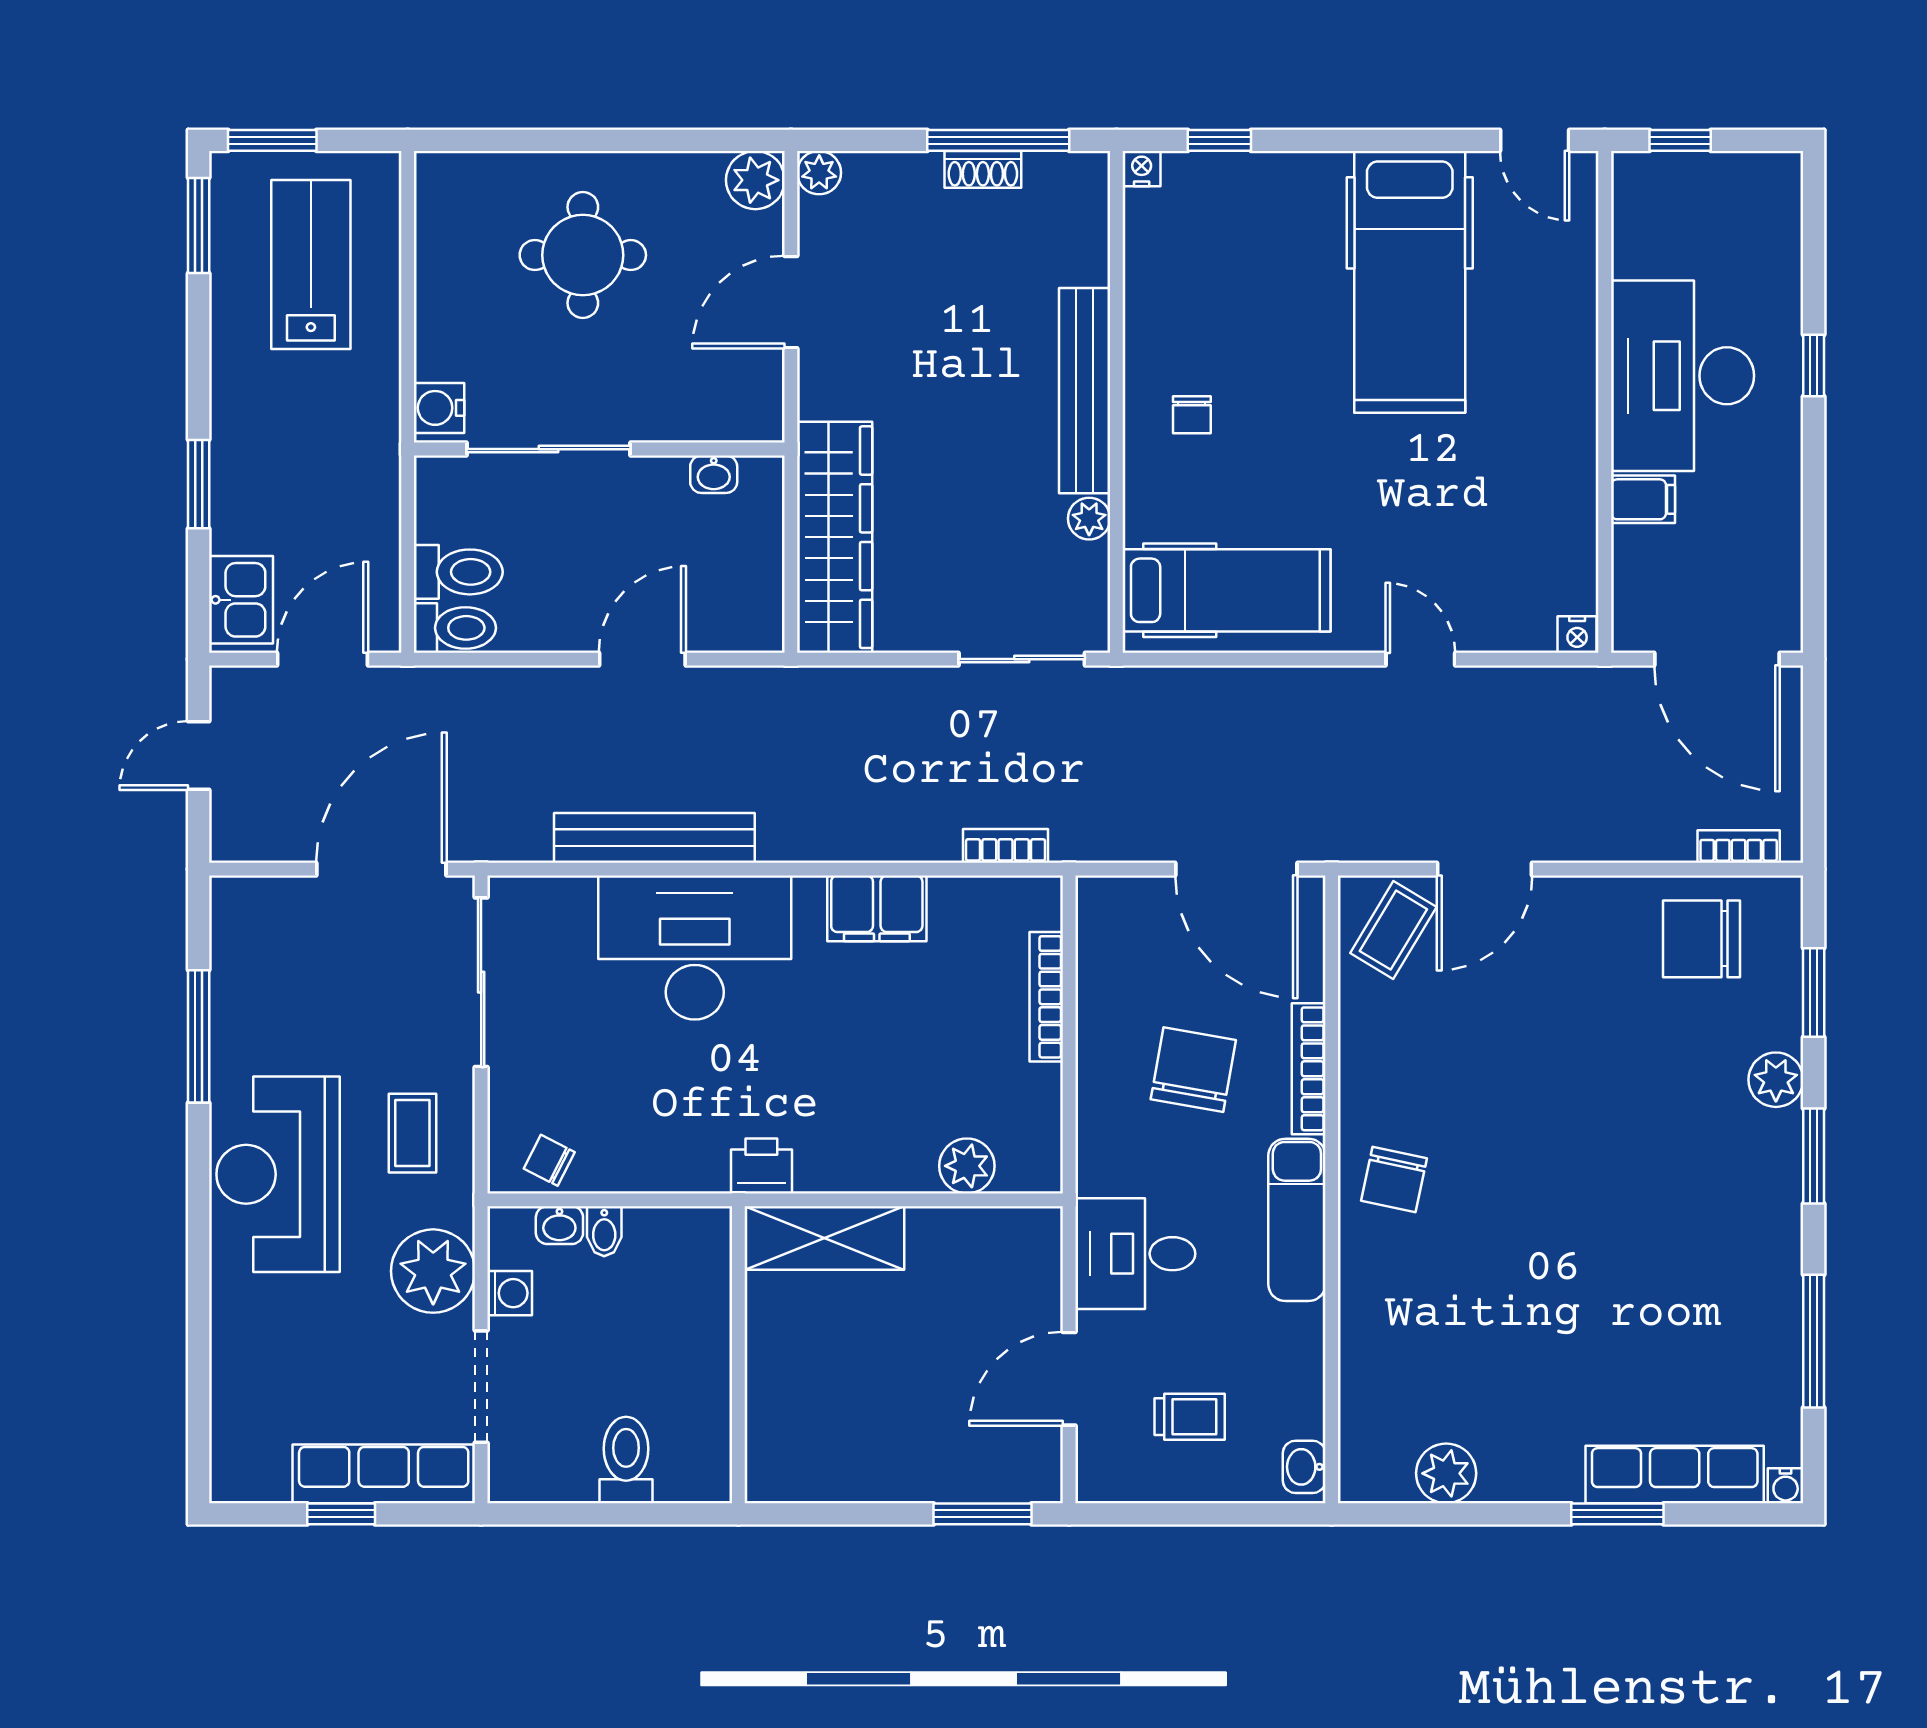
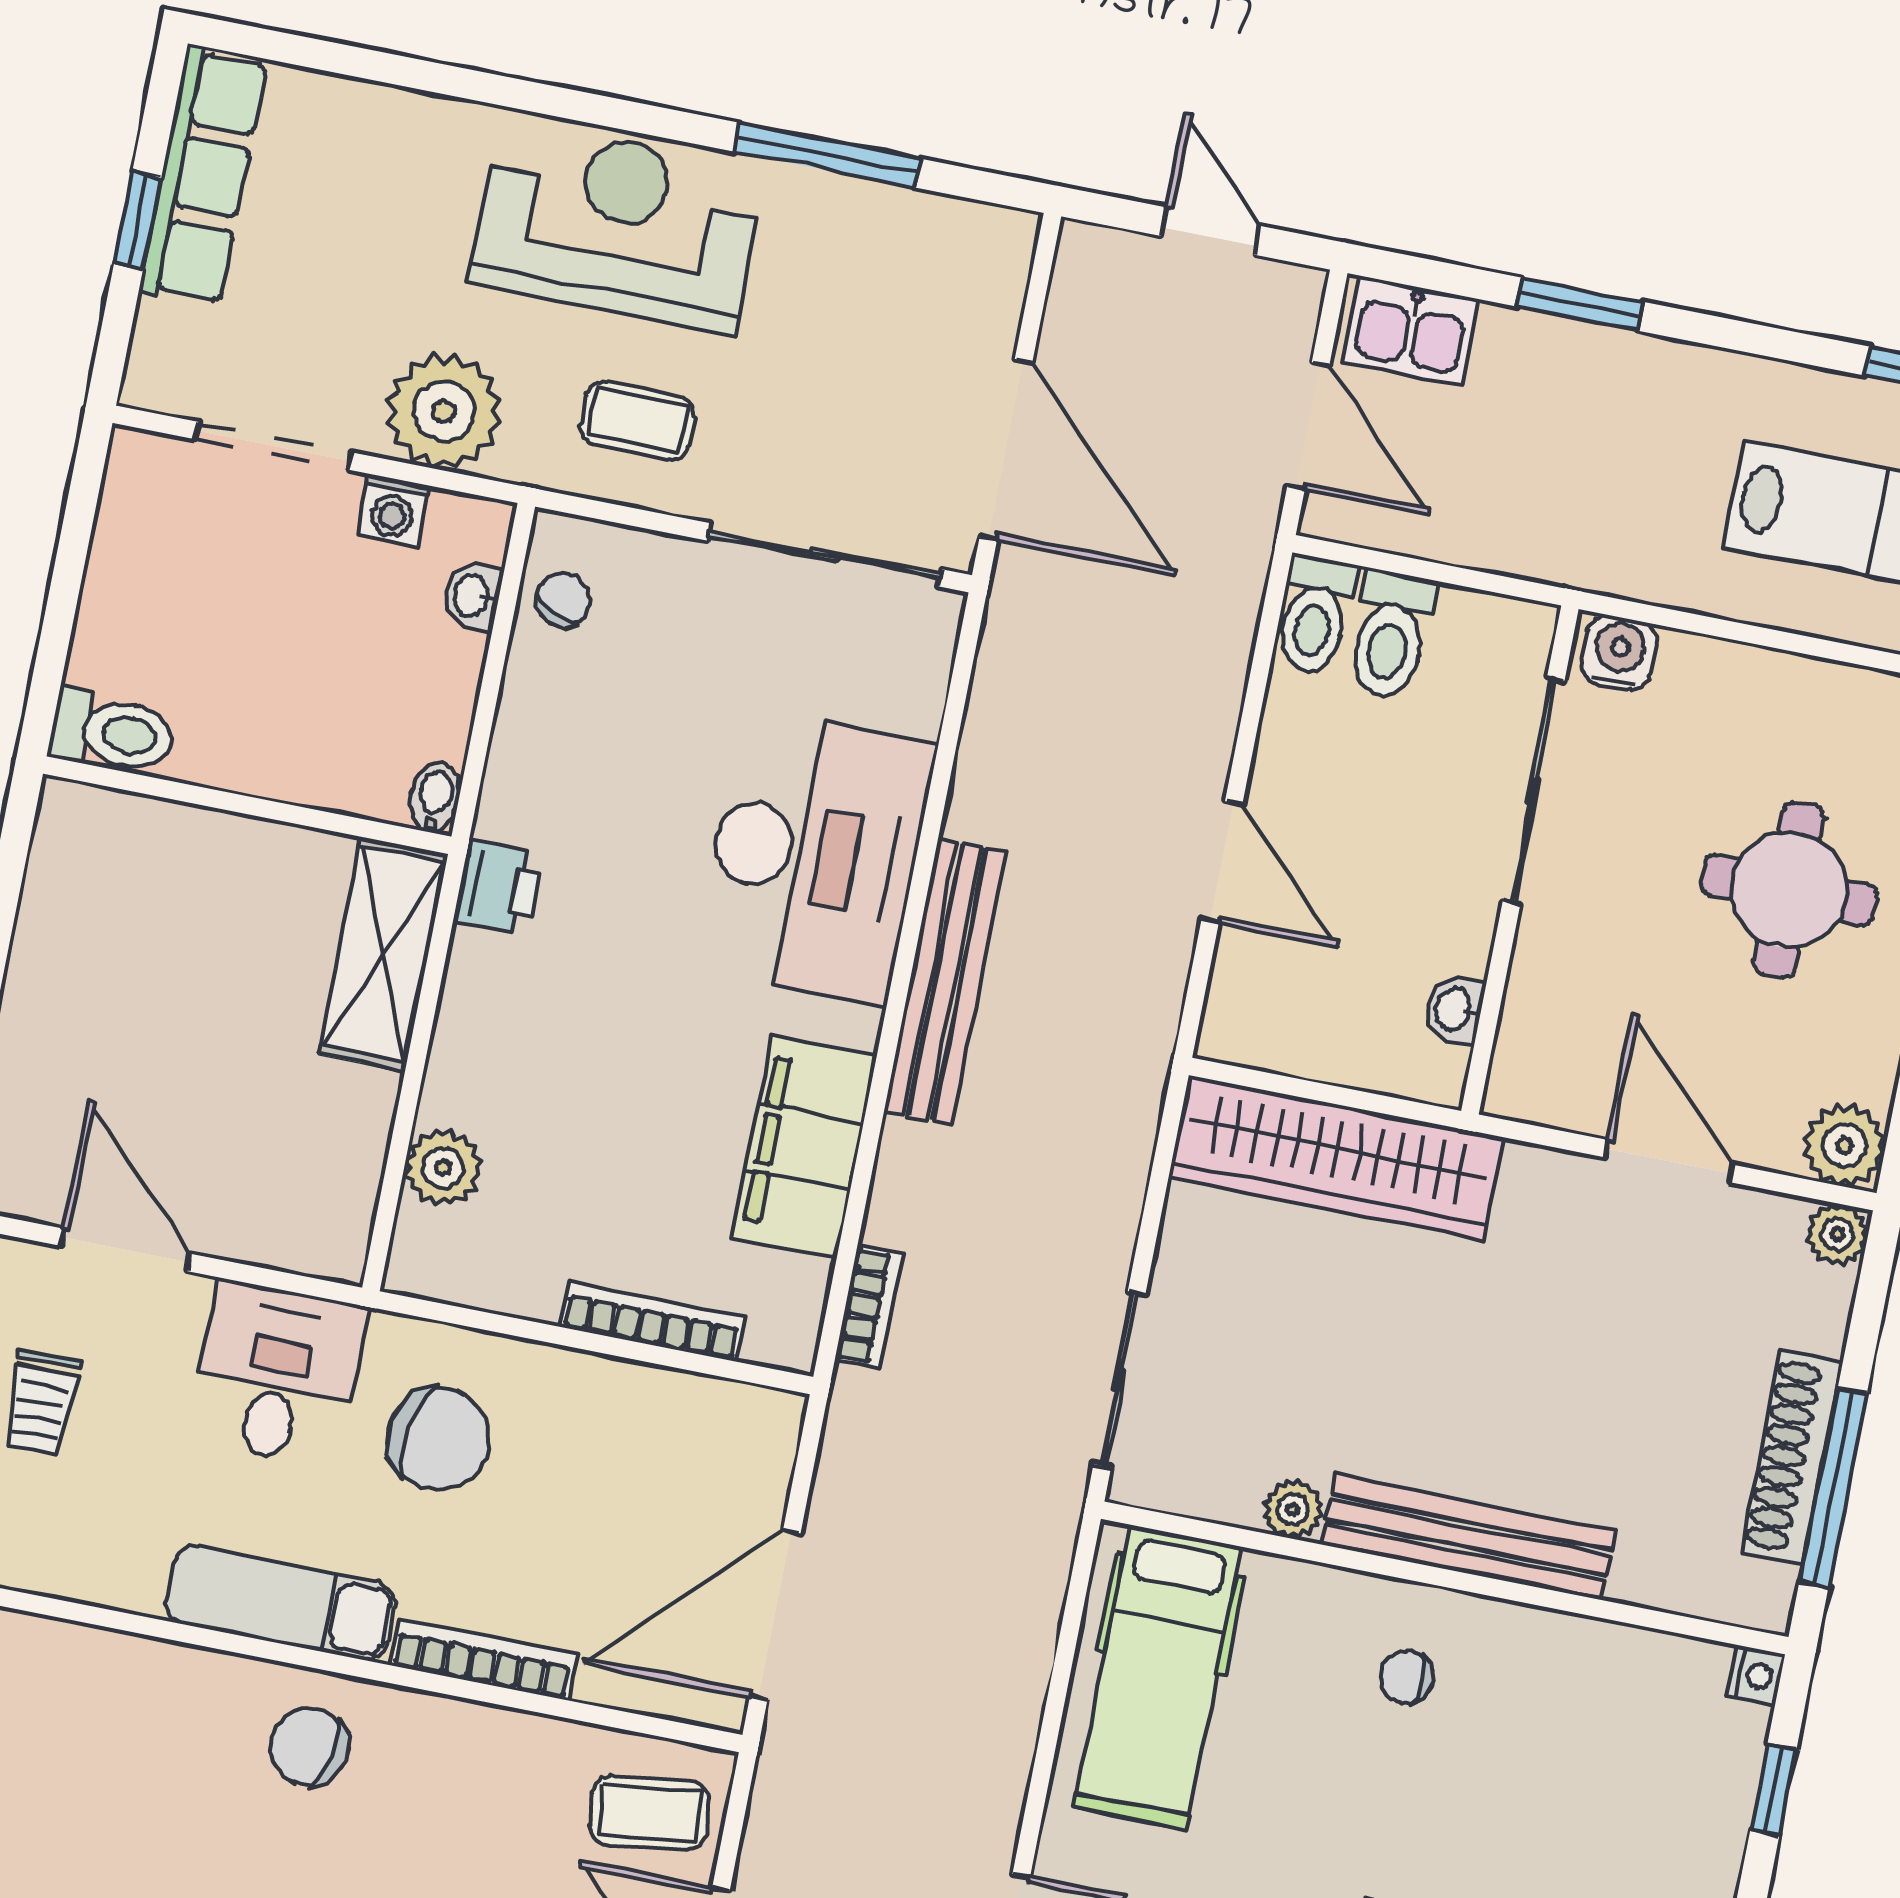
shoe rack: (983, 169) -> (1792, 1457), width x1.94, depth x1.24
bench: (654, 838) -> (945, 981), moved
filing cabinet: (877, 908) -> (804, 1147), width x1.50, depth x1.17
coffee table: (1393, 930) -> (650, 1813), turned -38
chair: (1193, 1070) -> (438, 1439), moved
bidet: (604, 1231) -> (435, 798), moved, turned 90
toilet: (626, 1460) -> (113, 732), moved
row of seats: (384, 1474) -> (203, 176), moved

